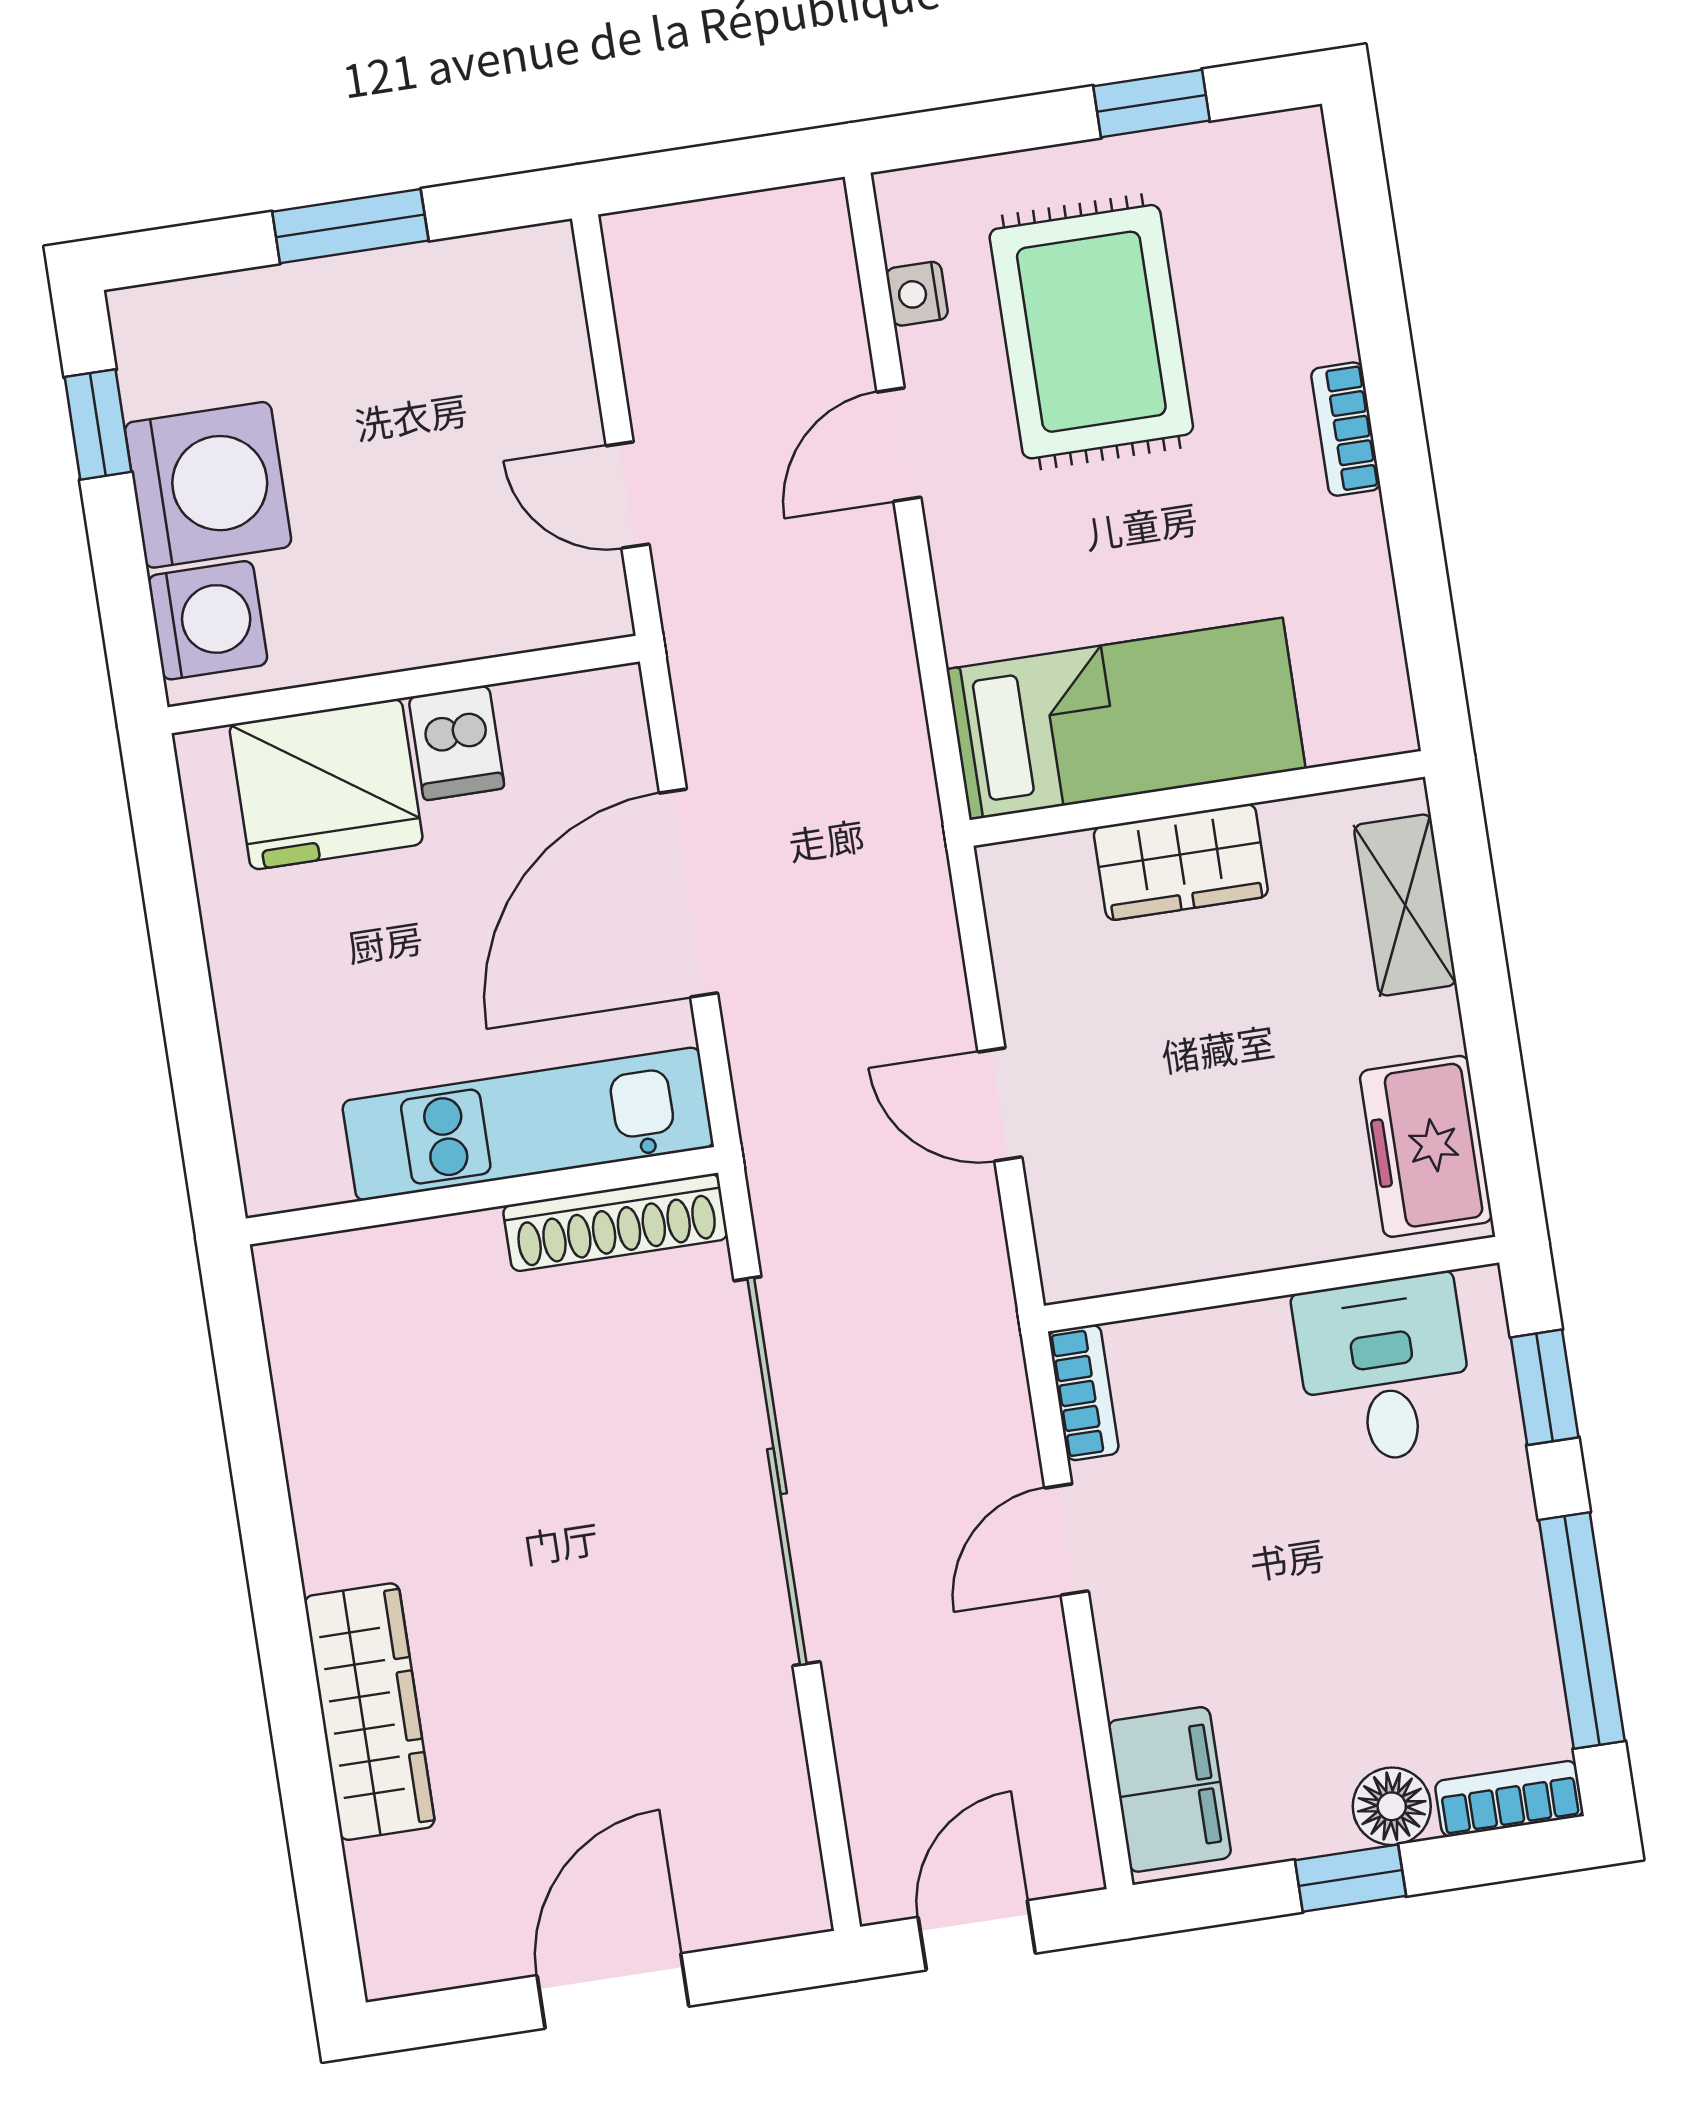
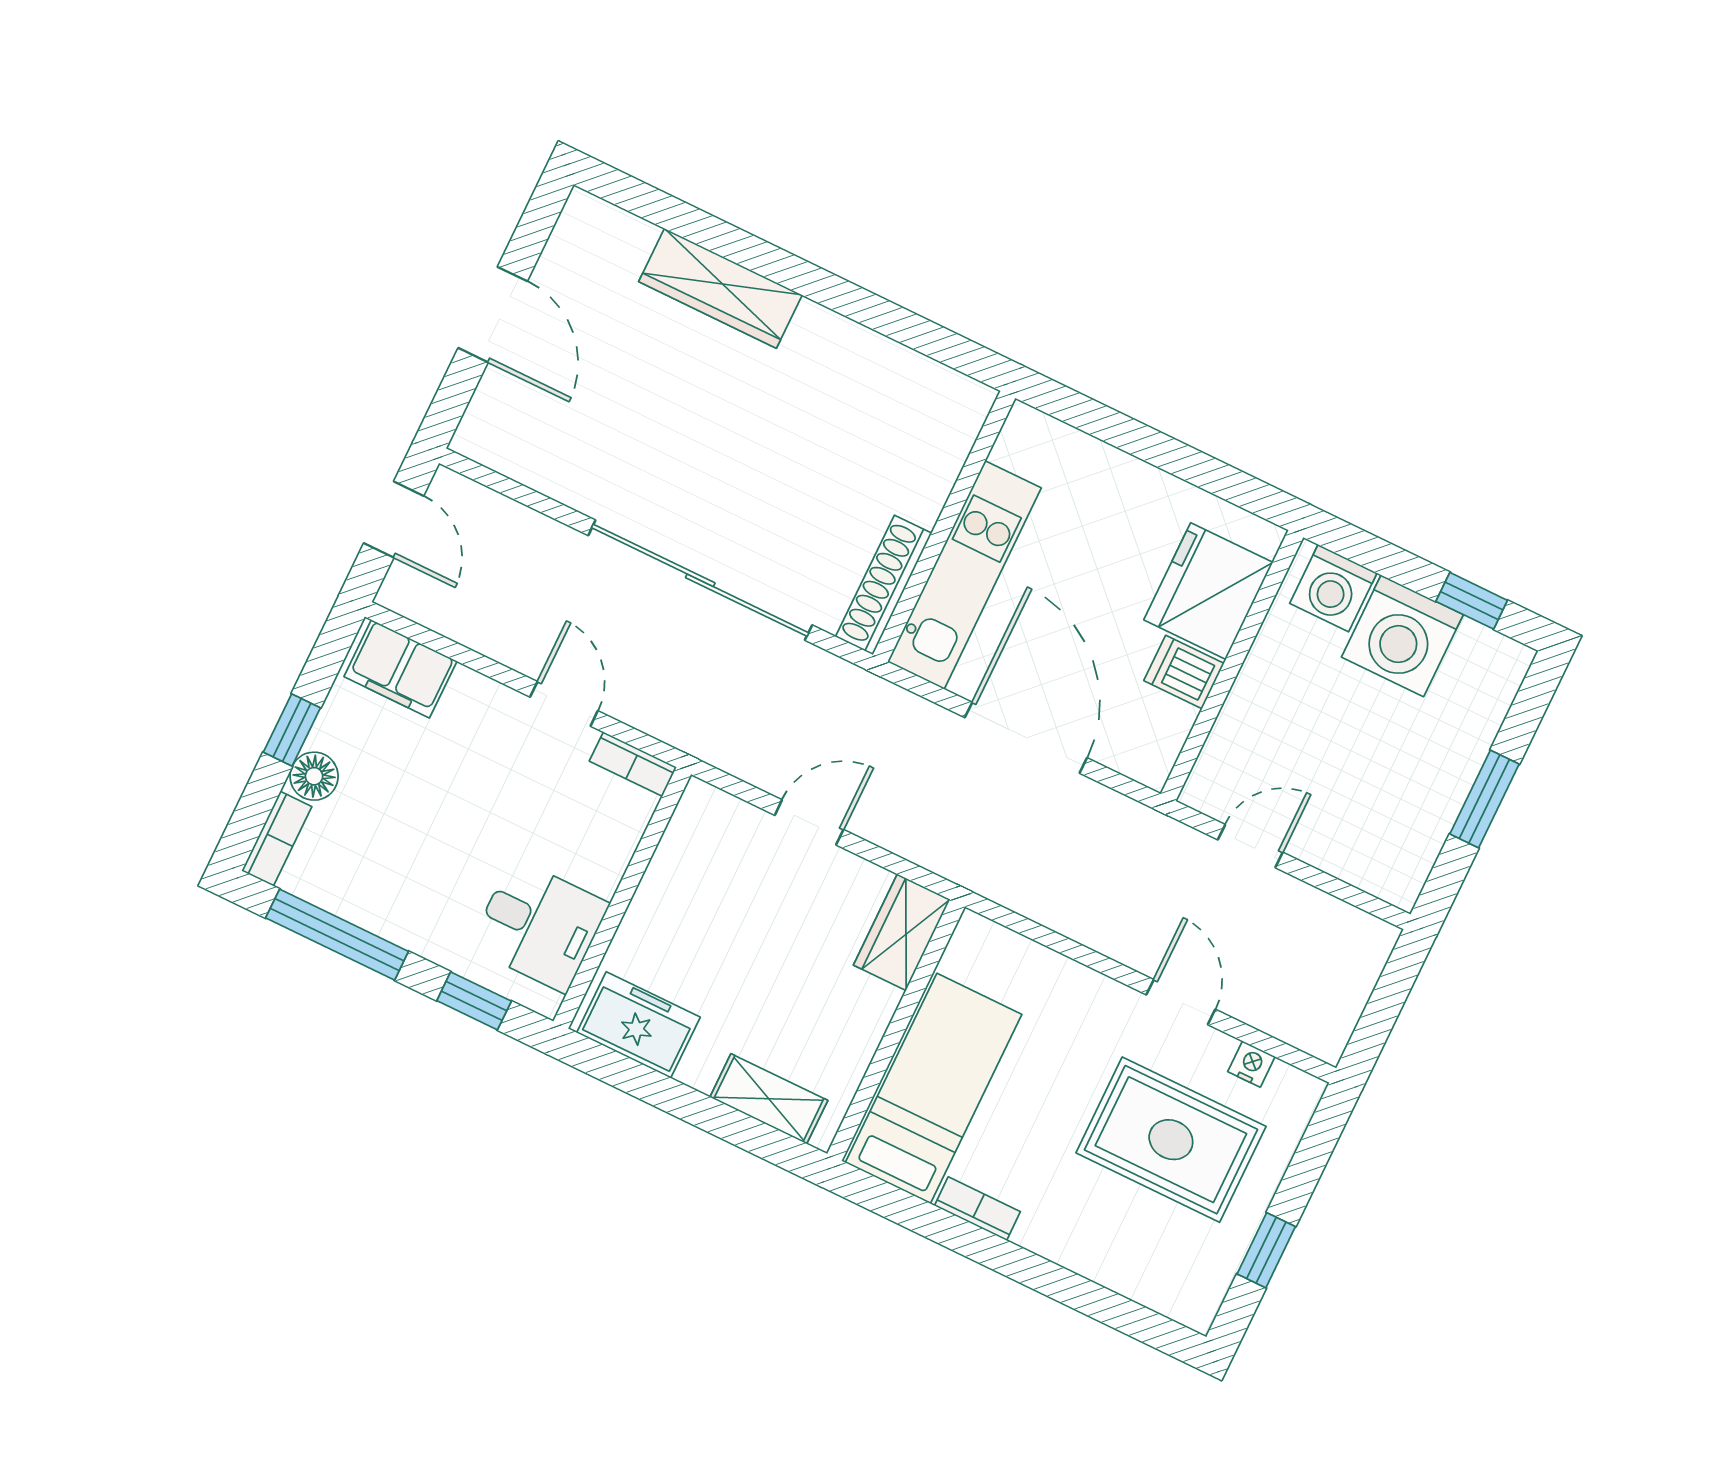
bookcase: (1346, 429) -> (977, 1209), moved
bed: (1126, 719) -> (934, 1088), moved, turned 180
wardrobe: (1181, 862) -> (902, 932), moved

